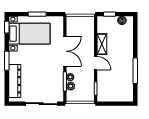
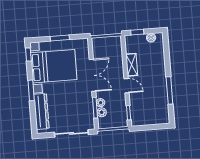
bed with nightstands: (29, 34) -> (54, 66), width x1.36

